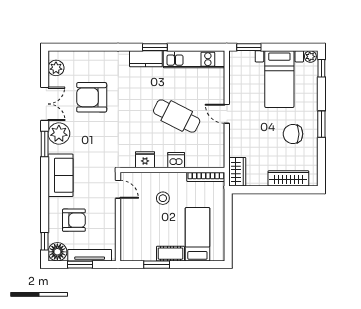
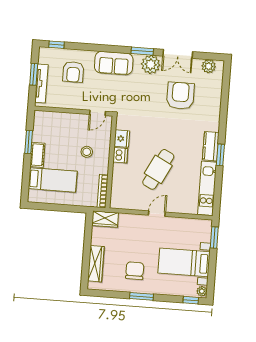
dishwasher: (176, 160) -> (120, 155), moved
floor lamp: (57, 252) -> (47, 55), removed

